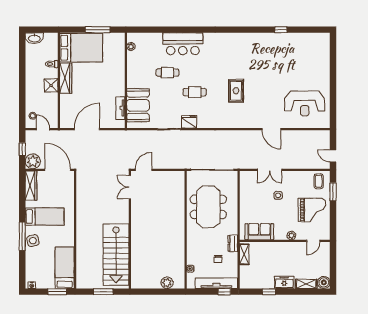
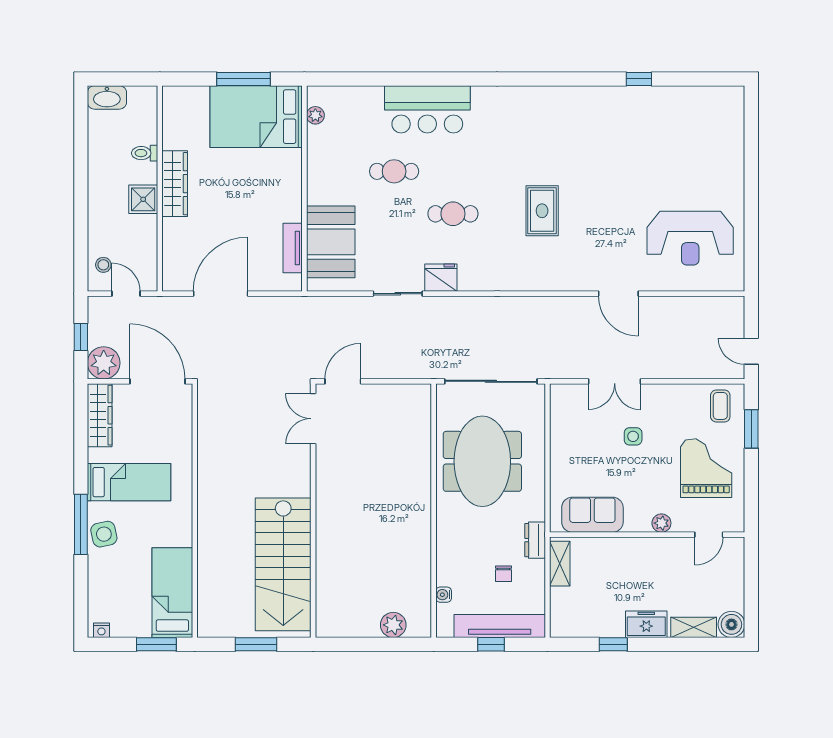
bed: (81, 48) -> (256, 117), moved, turned 180
grand piano: (312, 210) -> (706, 468), turned -90
window: (224, 292) -> (491, 644), moved

